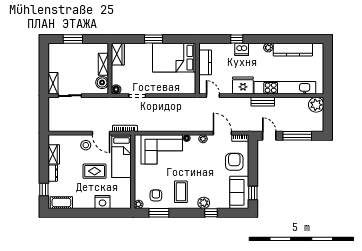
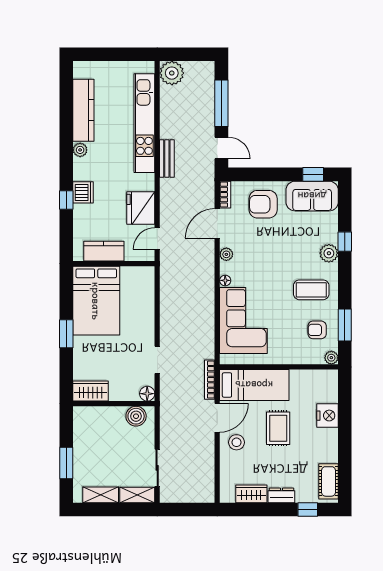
shelving: (103, 64) -> (101, 495), moved
fridge: (243, 85) -> (141, 208), moved
door: (269, 136) -> (221, 148), swing flipped

